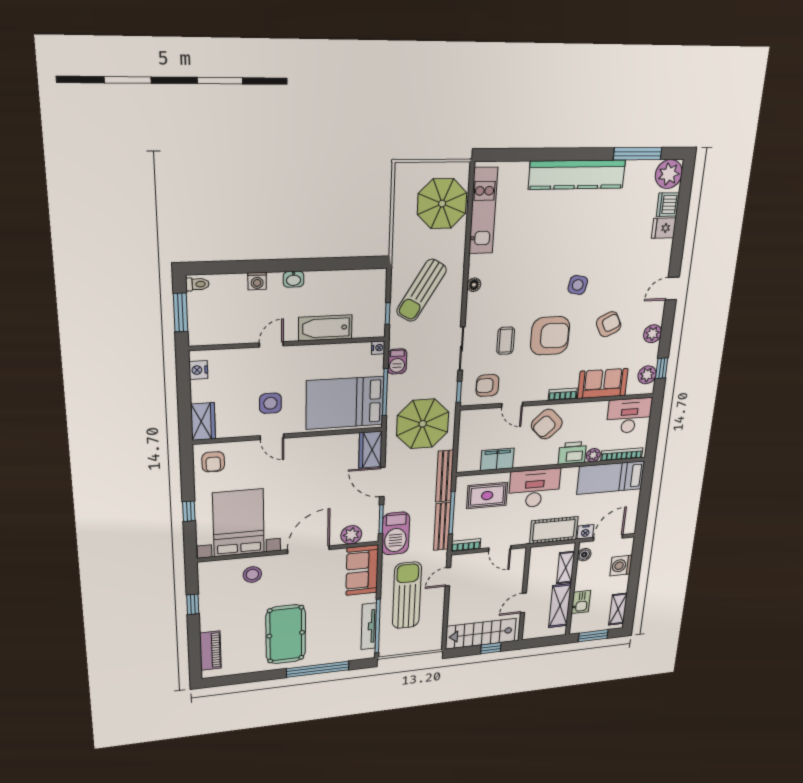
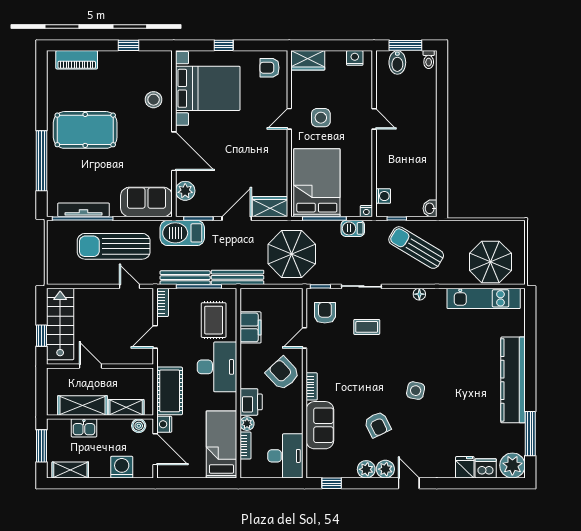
washbasin: (294, 279) -> (430, 208), moved
washing machine: (257, 281) -> (383, 196), moved, turned 180
bidet: (202, 321) -> (397, 62), added
bathtub: (325, 328) -> (386, 165), removed
armchair: (550, 336) -> (369, 369), removed
plant: (647, 375) -> (385, 469), moved
bookcase: (622, 454) -> (245, 445), width x0.64
sun lounger: (407, 595) -> (114, 246), turned 180

